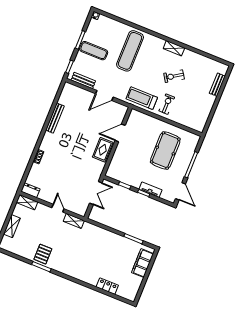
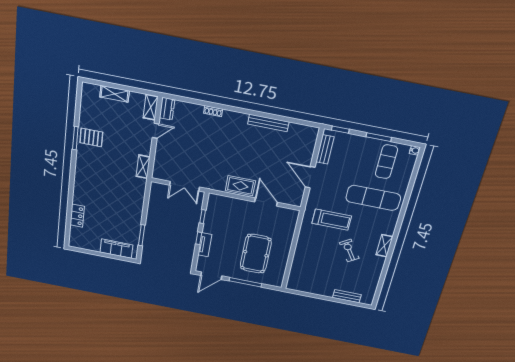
exercise mat: (94, 51) -> (386, 162), moved
treadmill: (142, 98) -> (332, 220), moved, turned 90
exercise bike: (167, 104) -> (313, 248), removed
pool table: (165, 151) -> (256, 254), turned 90
door: (58, 208) -> (156, 131), moved

